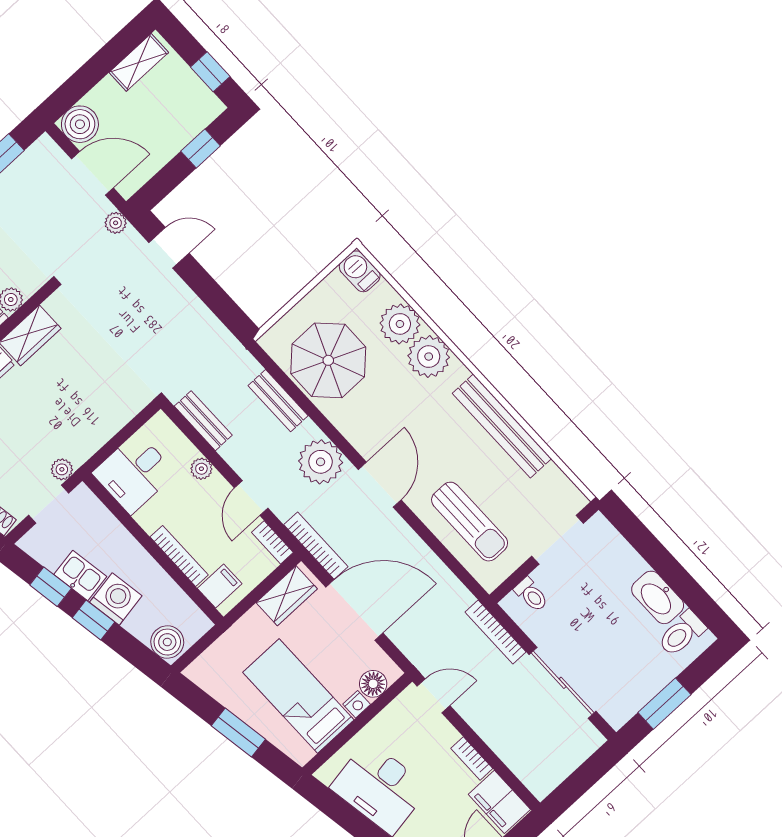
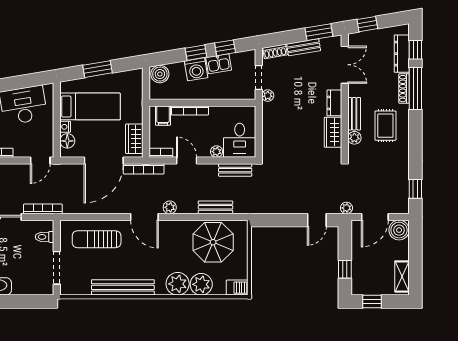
plant: (321, 462) -> (170, 207), width x0.53, depth x0.53
desk: (134, 473) -> (240, 140), moved, turned 180

